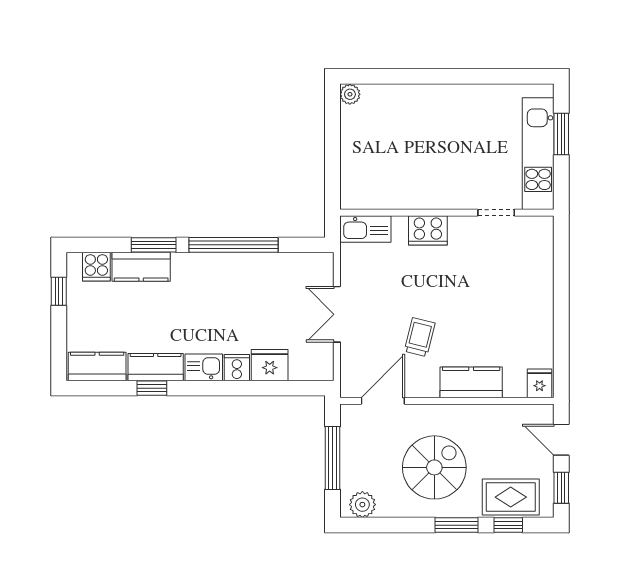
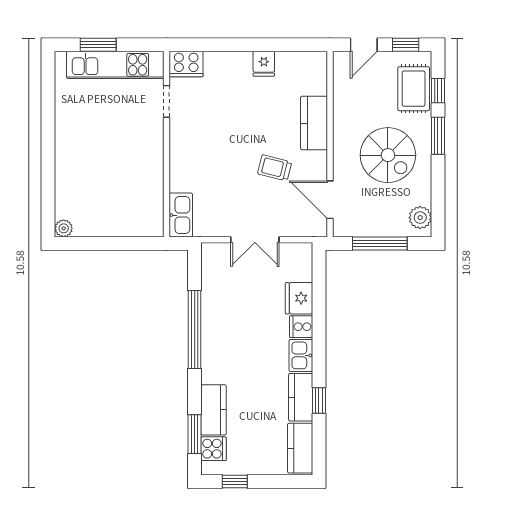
cooker: (428, 230) -> (186, 64), moved, turned 90
window: (154, 245) -> (195, 434), moved
fridge: (539, 383) -> (264, 64), moved, turned -90
spiral stairs: (434, 467) -> (388, 155), turned 180

